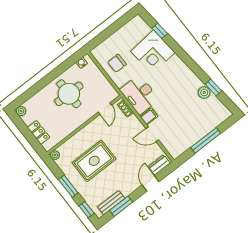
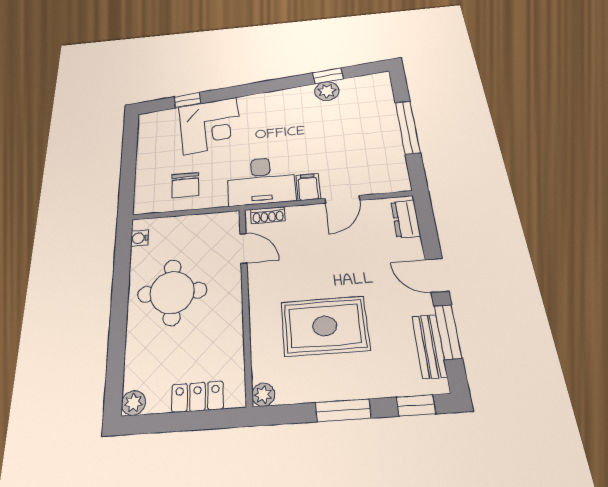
rug: (94, 161) -> (325, 326), turned 90
door: (151, 183) -> (437, 275), moved

